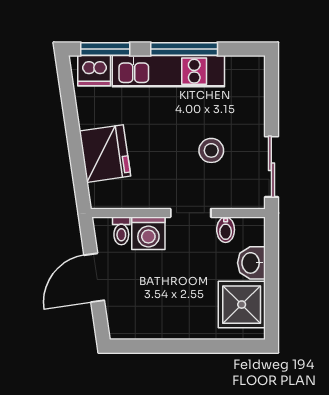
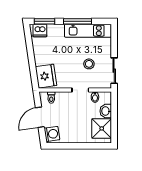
kitchen unit: (168, 71) -> (88, 31), moved
fridge: (105, 154) -> (46, 76), moved
washing machine: (148, 233) -> (52, 134), moved, turned -98

